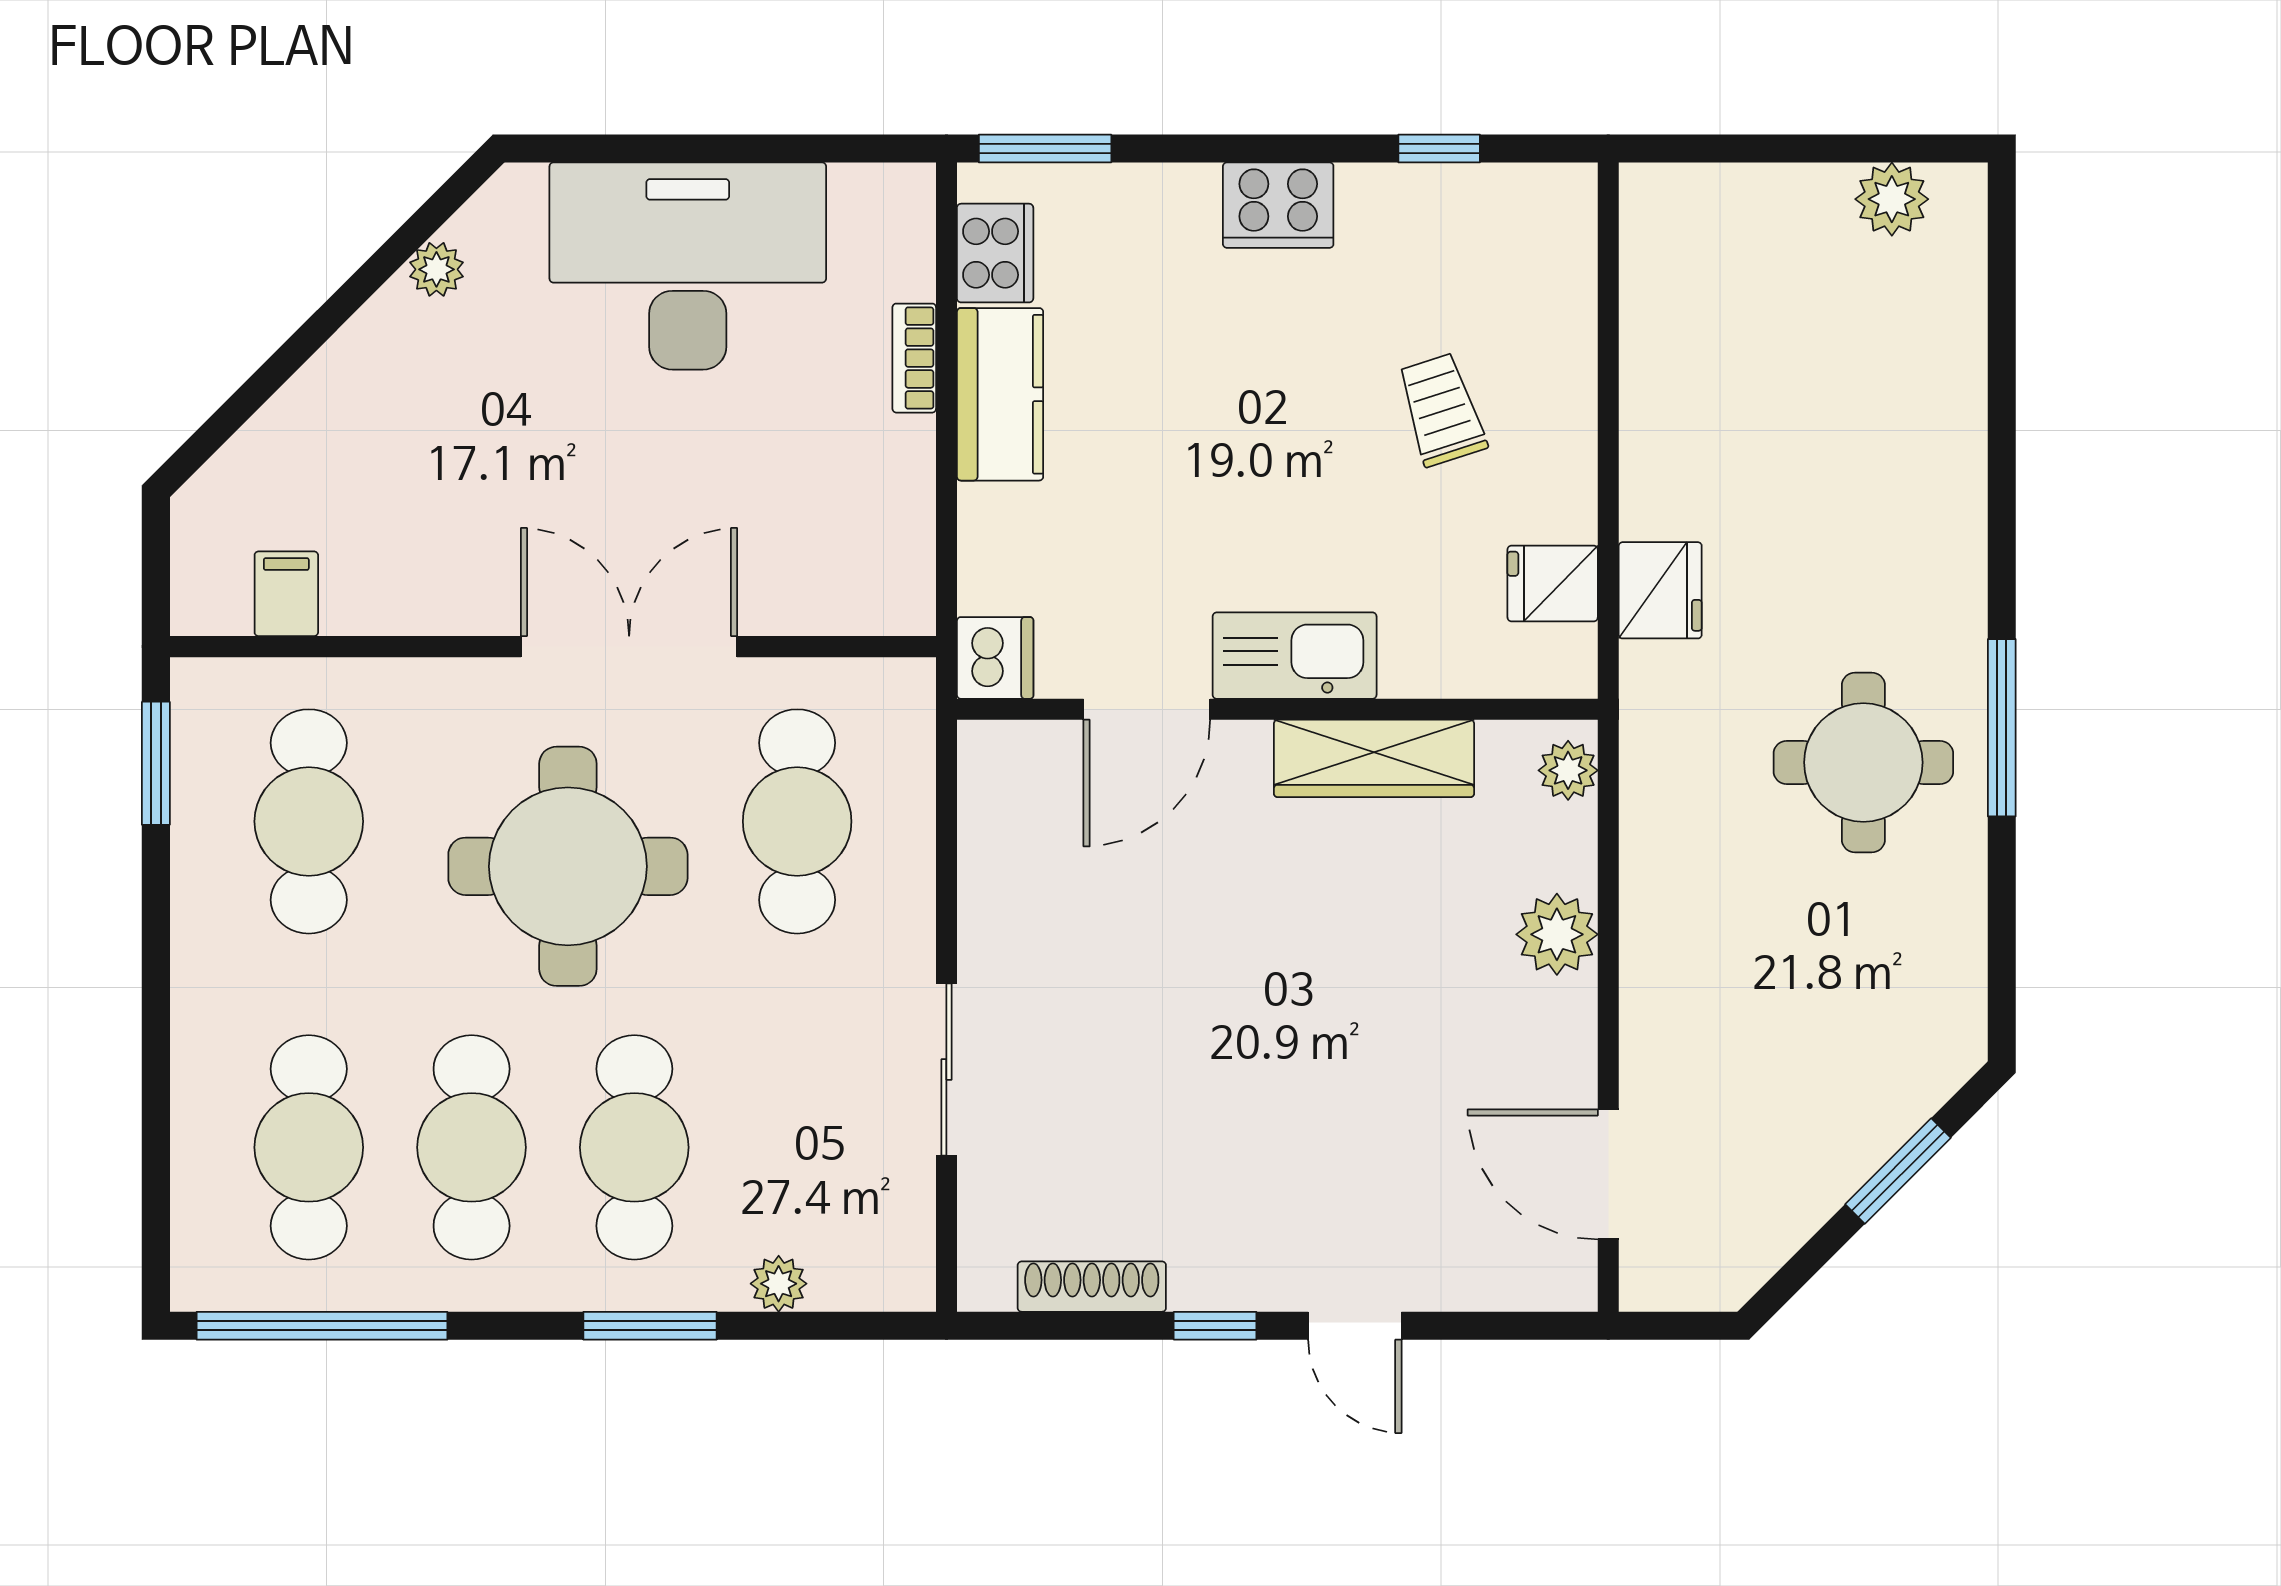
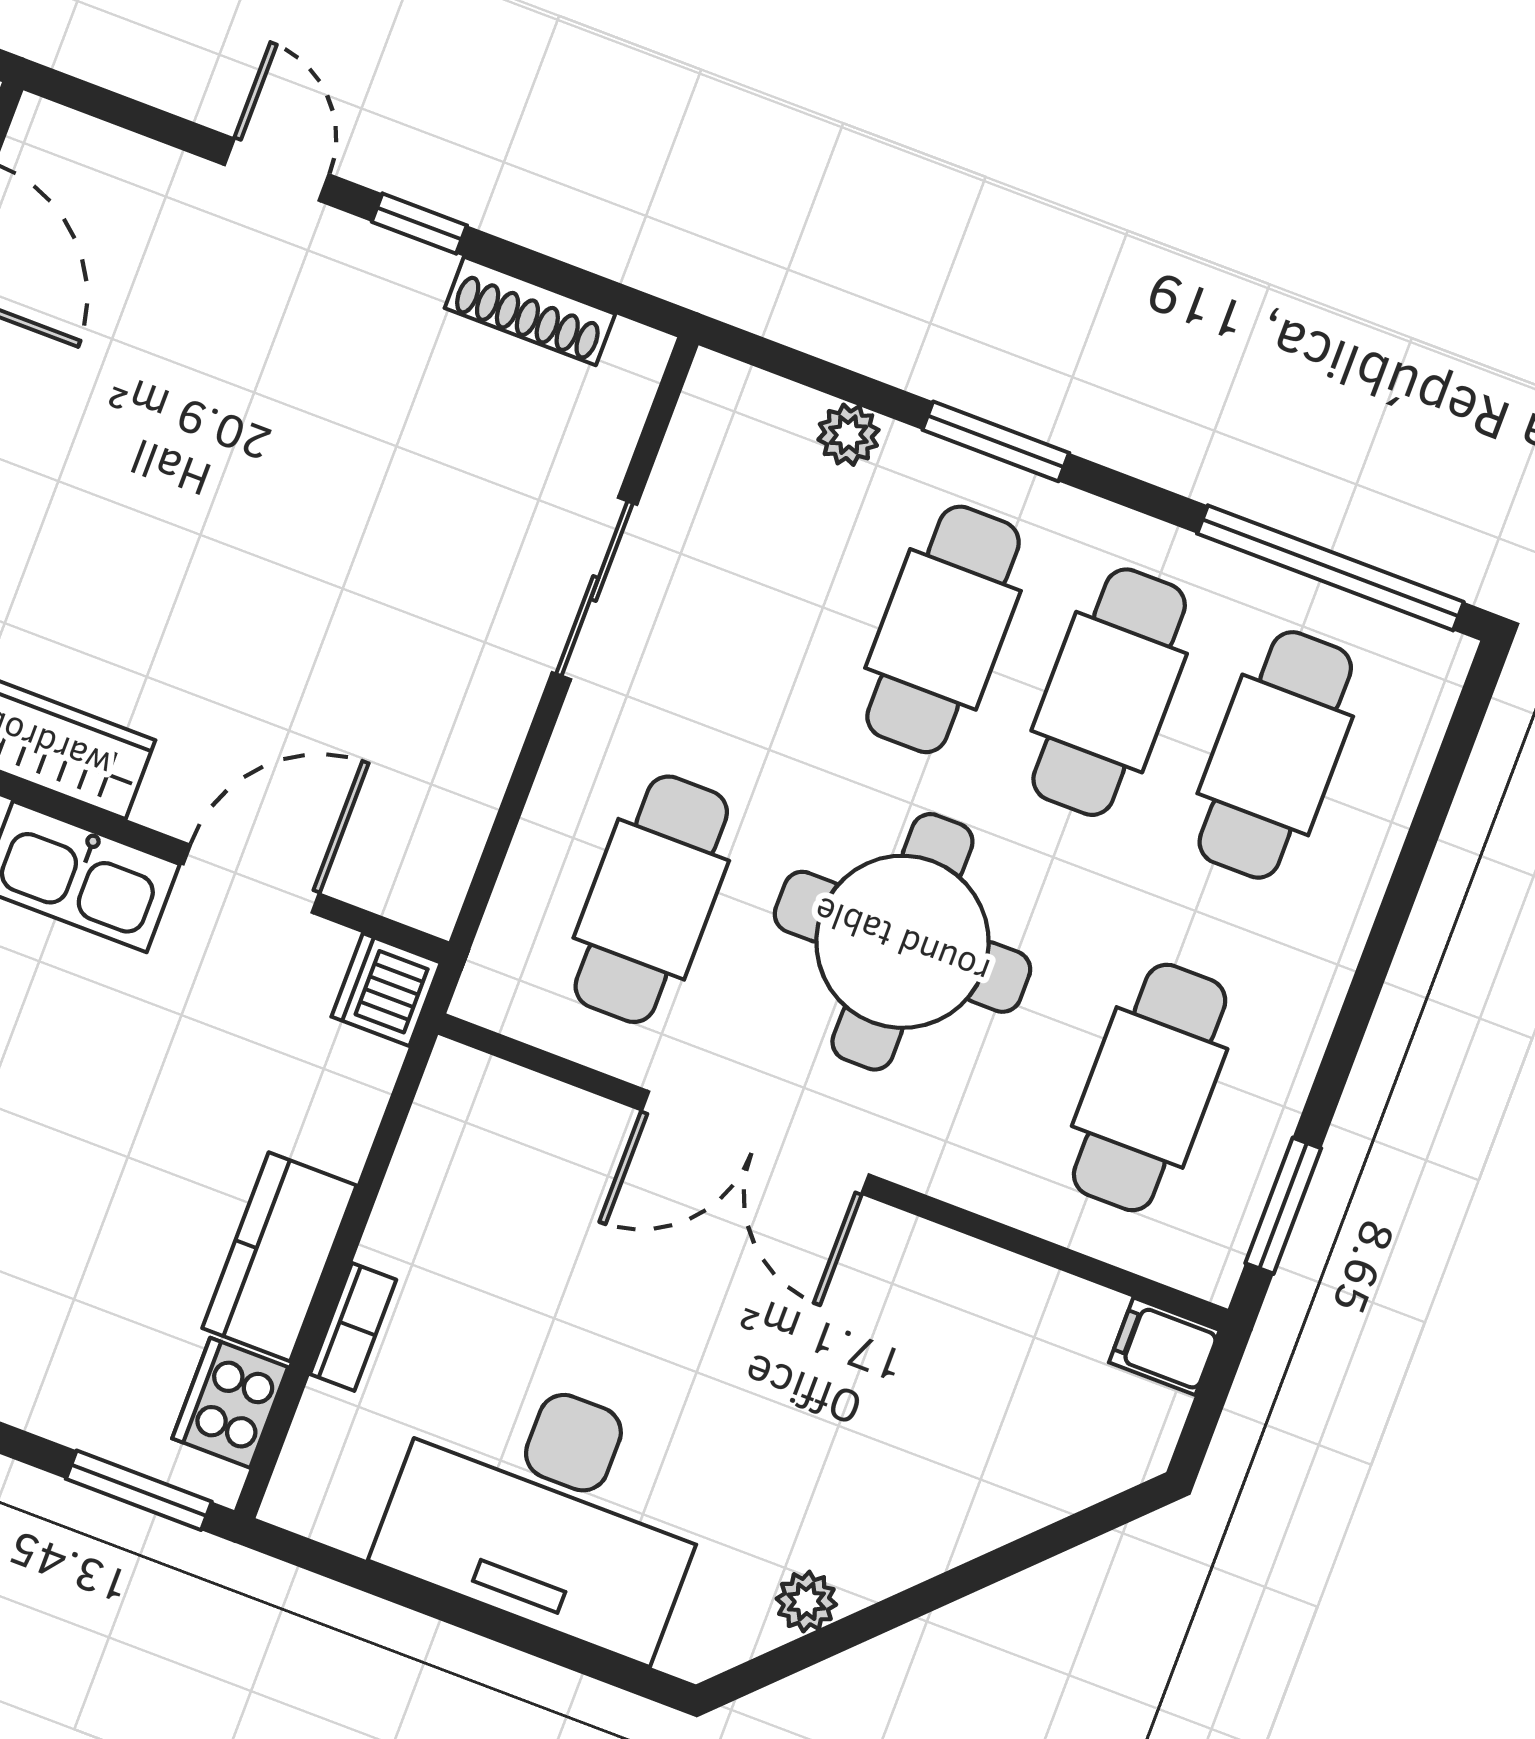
filing cabinet: (286, 594) -> (1164, 1346), moved, turned 90

